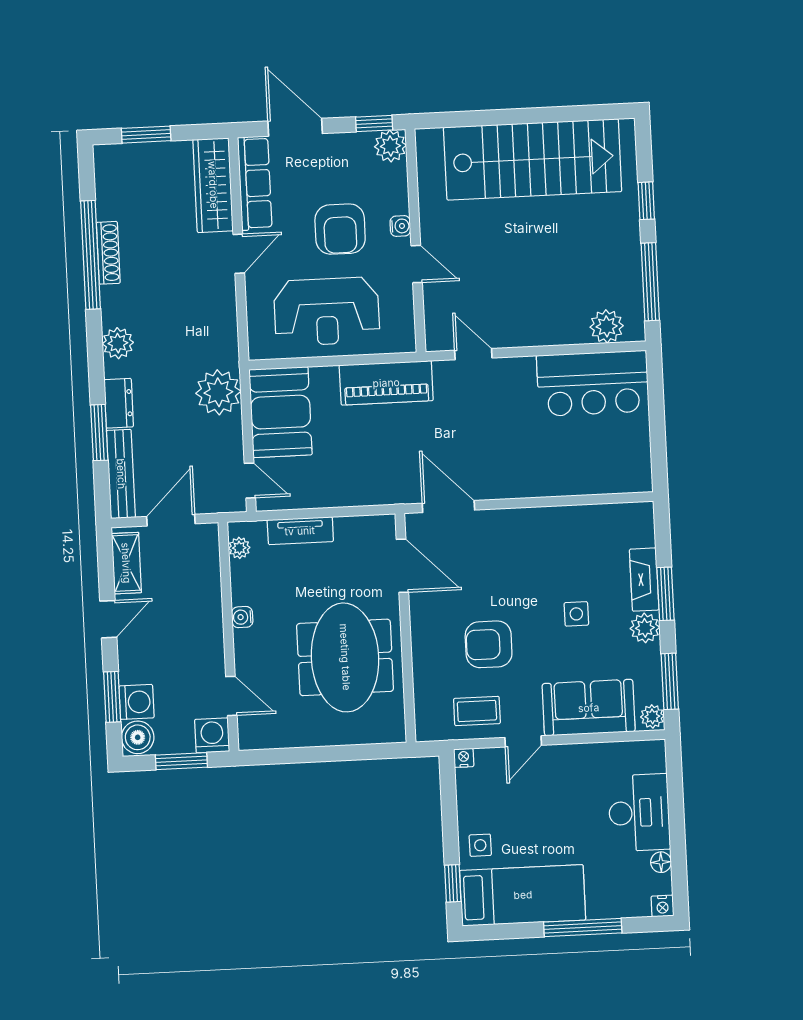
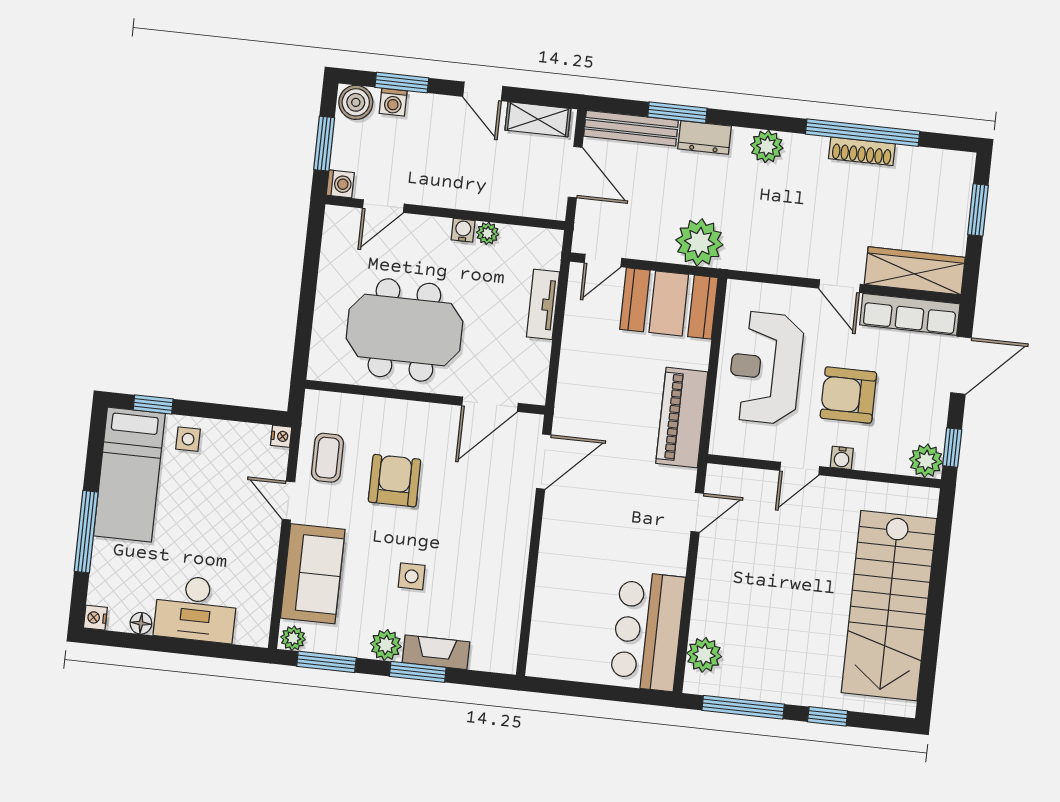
plant: (239, 548) -> (488, 233), moved
washing machine: (136, 702) -> (393, 102), width x0.73, depth x0.73
washing machine: (212, 735) -> (340, 184), width x0.73, depth x0.73

